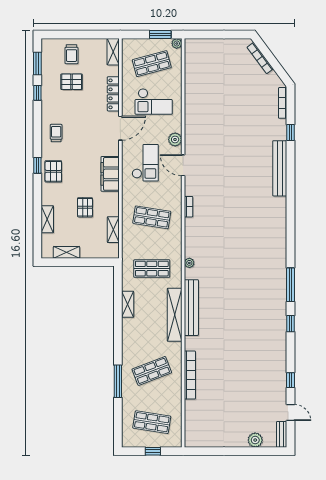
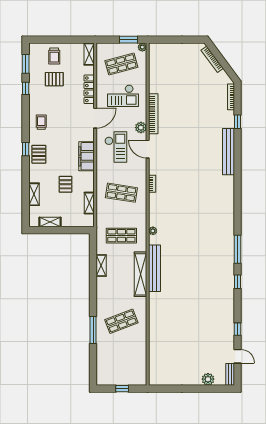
bookcase: (190, 375) -> (153, 114), moved
shop shelf: (152, 422) -> (121, 364), removed

